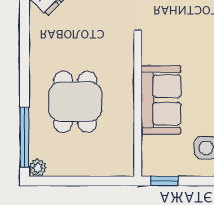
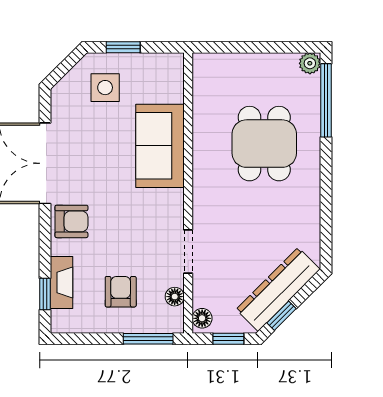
window: (165, 181) -> (123, 47), moved

